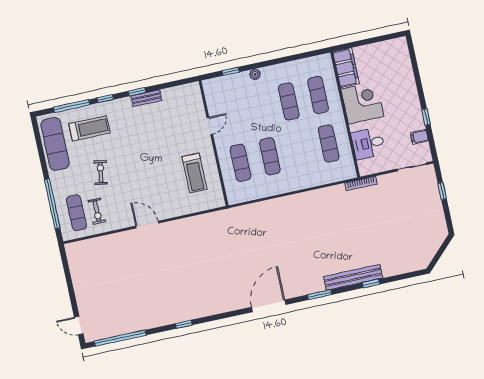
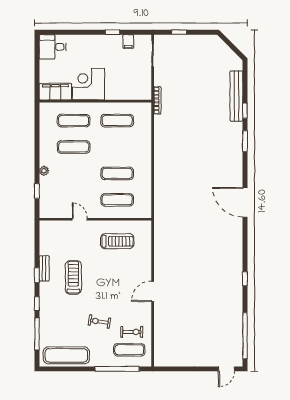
treadmill: (89, 128) -> (73, 277), moved
desk: (368, 143) -> (53, 47), moved, turned 90
bench: (353, 277) -> (236, 96), moved
window: (320, 295) -> (245, 141), moved

